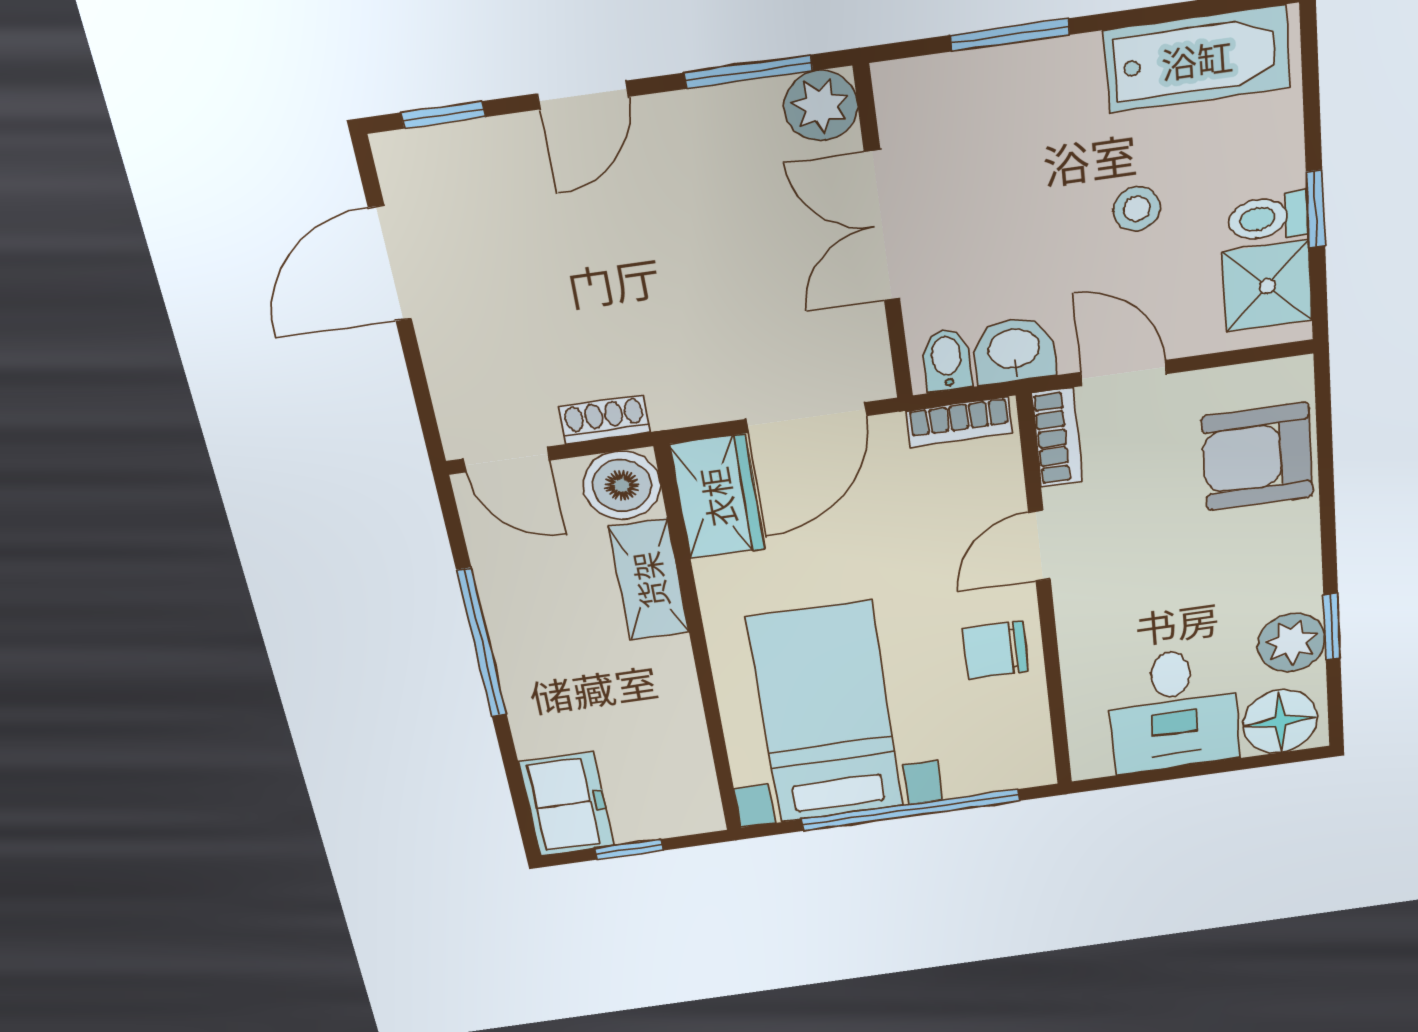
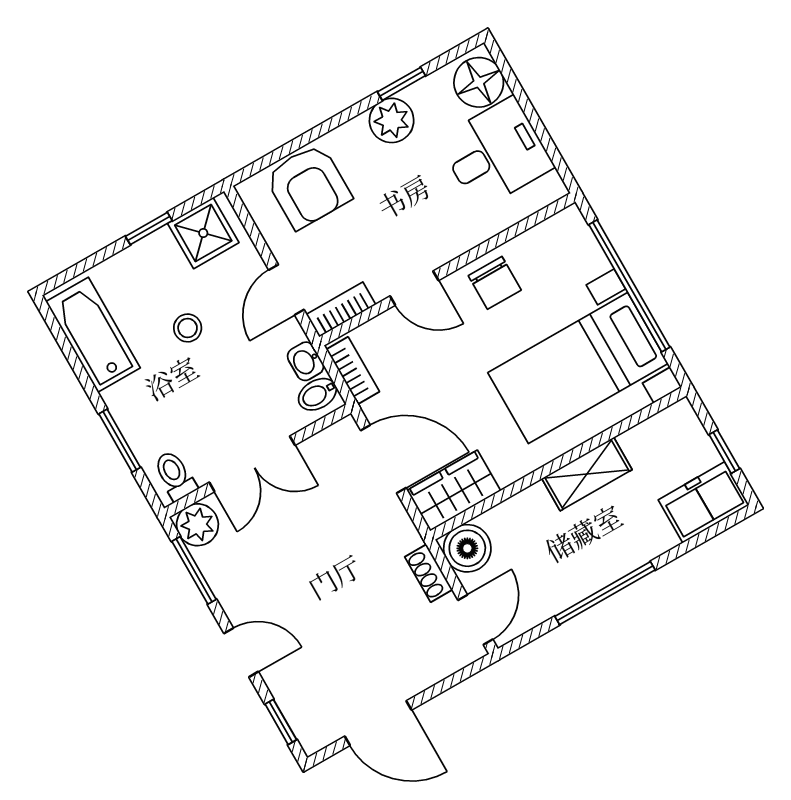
toilet: (1268, 217) -> (175, 476), moved, turned 180
washbasin: (1014, 350) -> (306, 361), width x0.72, depth x0.69
shelving: (649, 580) -> (587, 474), moved
plant: (1291, 642) -> (392, 120), moved

